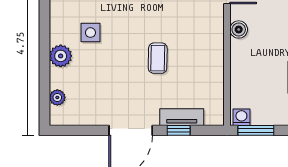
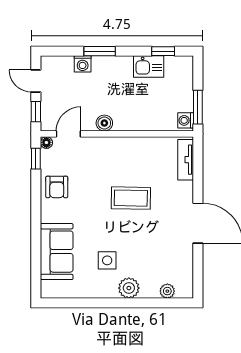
coffee table: (158, 58) -> (131, 198), width x1.36, depth x1.30
tv unit: (182, 117) -> (186, 160), moved
window: (179, 130) -> (198, 179), removed

